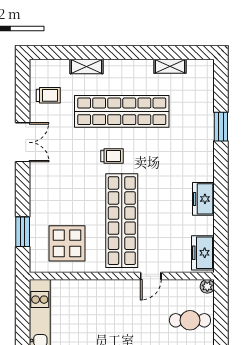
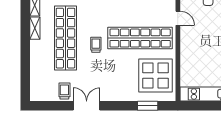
shelving: (87, 67) -> (35, 28), moved
trolley: (48, 95) -> (64, 91), moved
display table: (67, 243) -> (156, 75), width x1.36, depth x1.36

